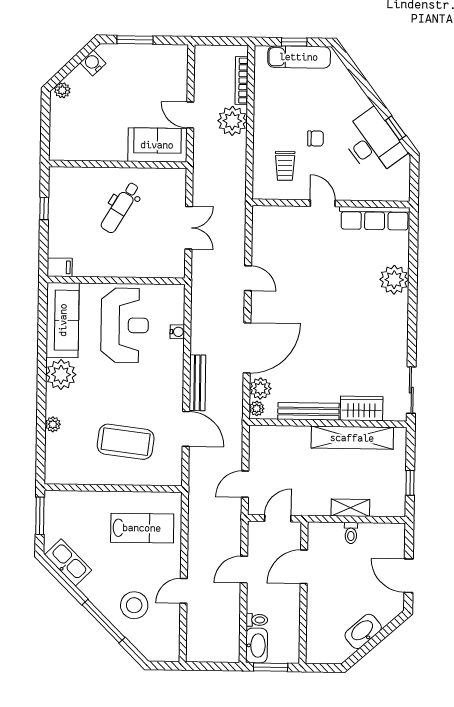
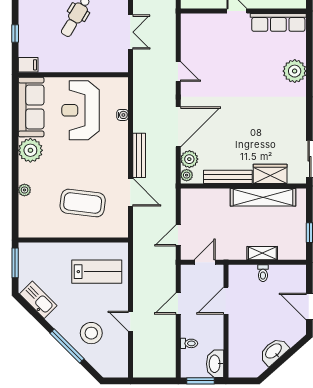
window: (44, 208) -> (15, 34), moved
reception desk: (125, 325) -> (81, 110), turned 180
door: (184, 591) -> (130, 321), hinge flipped
washbasin: (257, 645) -> (215, 364), moved, turned 180

